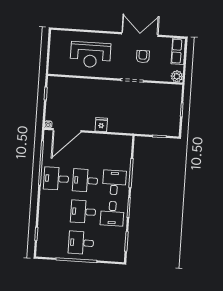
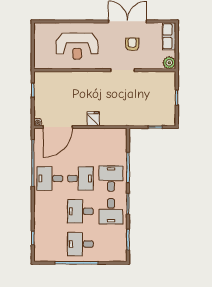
desk: (85, 181) -> (80, 178), turned 180

